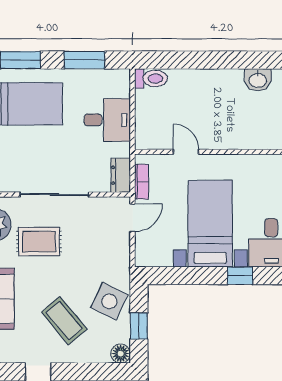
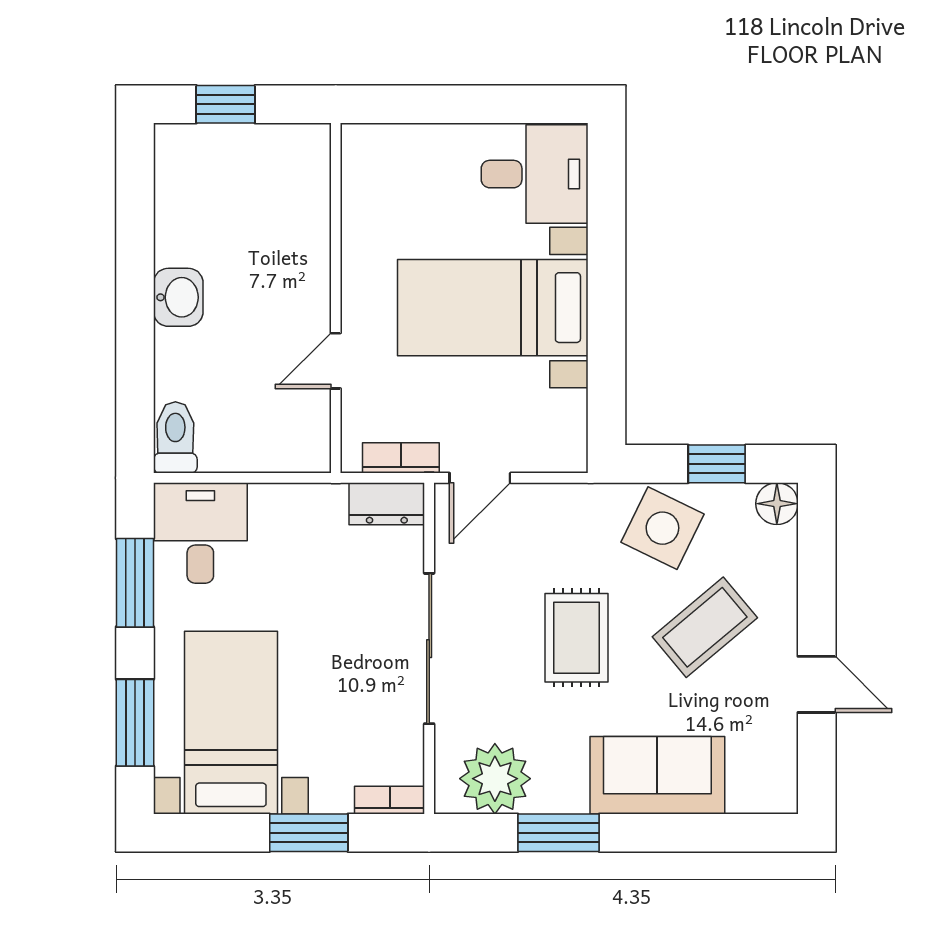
washbasin: (258, 80) -> (178, 297), moved
desk: (107, 120) -> (200, 533), moved
door: (132, 218) -> (480, 478), swing flipped
rug: (39, 241) -> (577, 638), moved
window: (240, 276) -> (607, 243), removed

